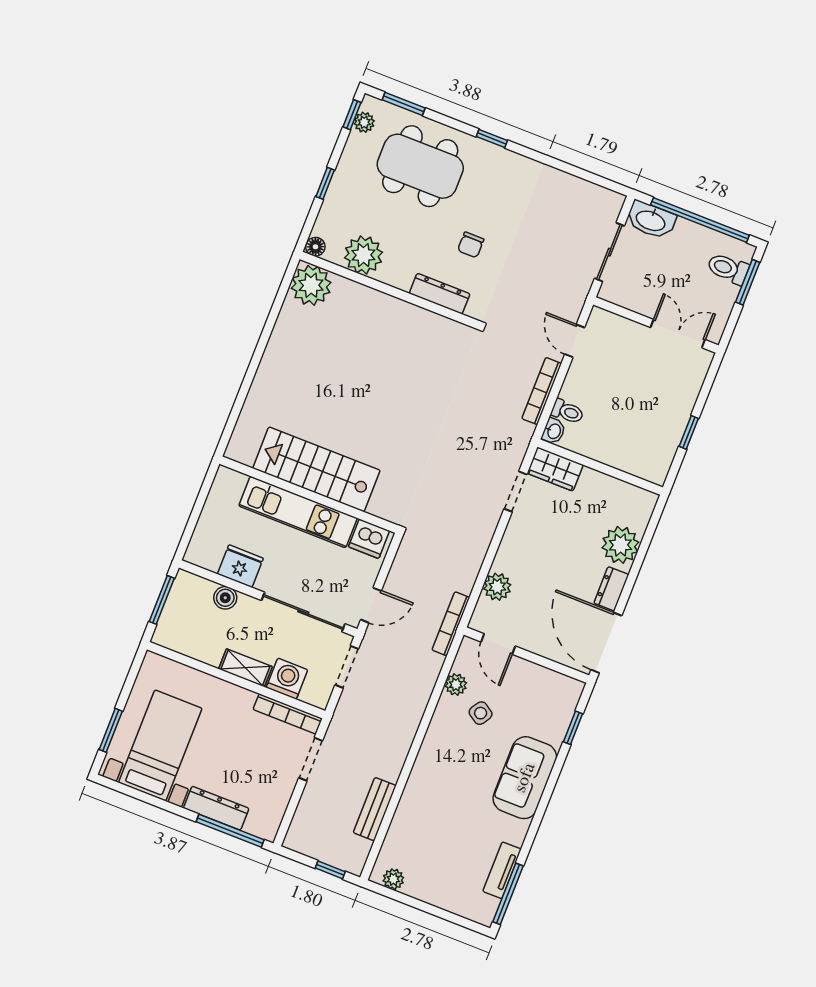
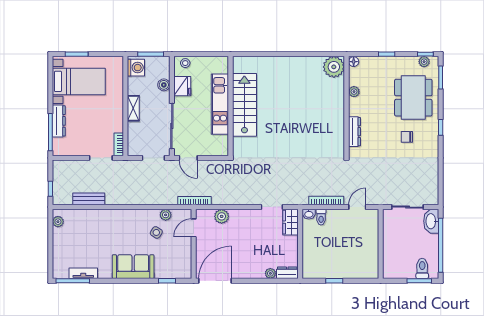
chair: (471, 245) -> (407, 137), moved
plant: (363, 255) -> (354, 92), width x0.53, depth x0.53
double door: (678, 334) -> (381, 256), removed
dishwasher: (369, 539) -> (220, 144), removed
stool: (202, 545) -> (185, 63), added
plant: (620, 545) -> (270, 273), width x0.53, depth x0.53
dresser: (611, 589) -> (287, 273), moved
washing machine: (287, 679) -> (136, 68), moved
bookcase: (288, 714) -> (119, 144), width x0.64

